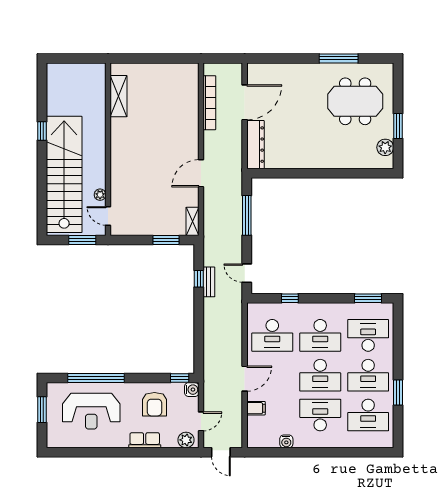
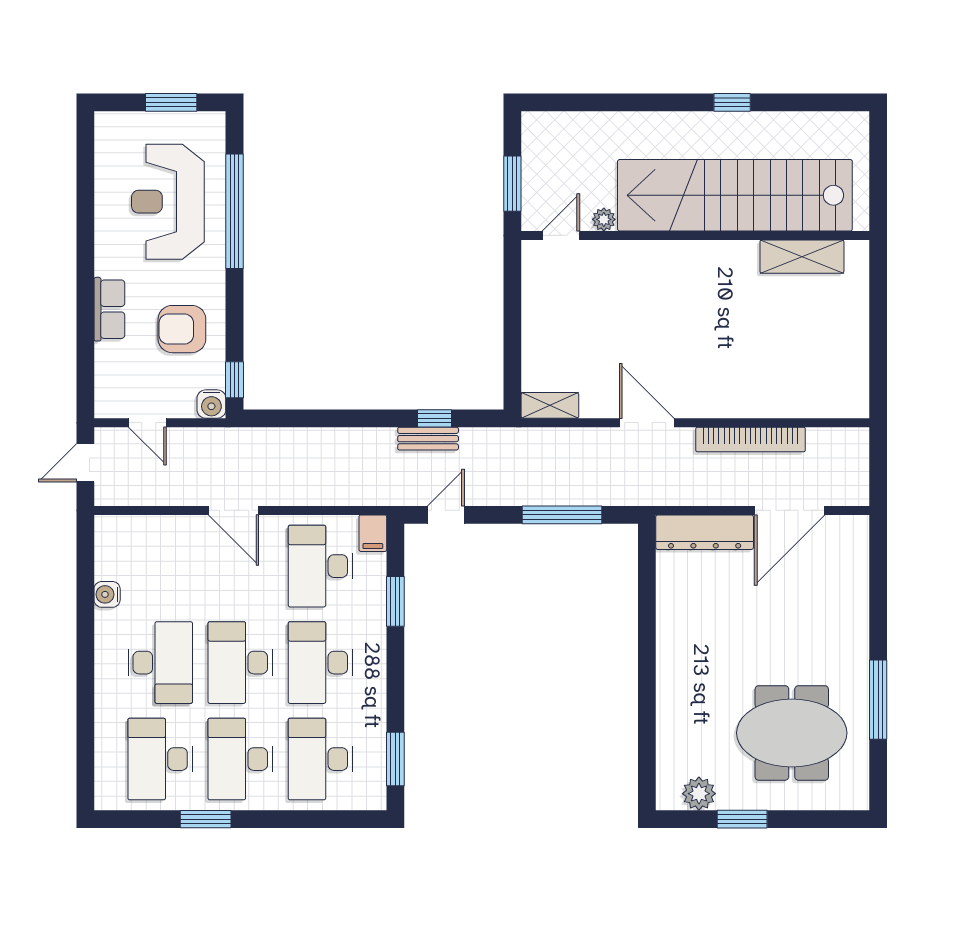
meeting table: (355, 101) -> (792, 733), turned 90
door: (245, 102) -> (790, 510), hinge flipped
bookcase: (209, 103) -> (750, 439), moved
stairs: (64, 174) -> (735, 195), moved, turned 180
window: (166, 240) -> (512, 352), removed
window: (290, 298) -> (395, 601), width x1.50
desk: (368, 335) -> (320, 759), turned 180
filing cabinet: (256, 408) -> (373, 533), moved
plant: (186, 440) -> (110, 392), removed

